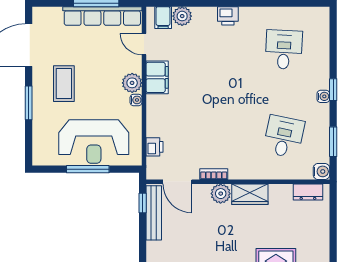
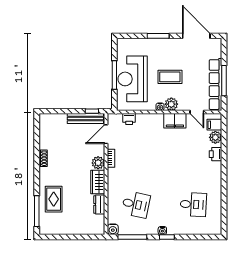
printer: (228, 16) -> (216, 154), moved
door: (144, 44) -> (197, 112), swing flipped
coffee table: (64, 84) -> (170, 77), moved
window: (333, 142) -> (132, 237), width x1.44
dresser: (308, 192) -> (99, 204), moved

